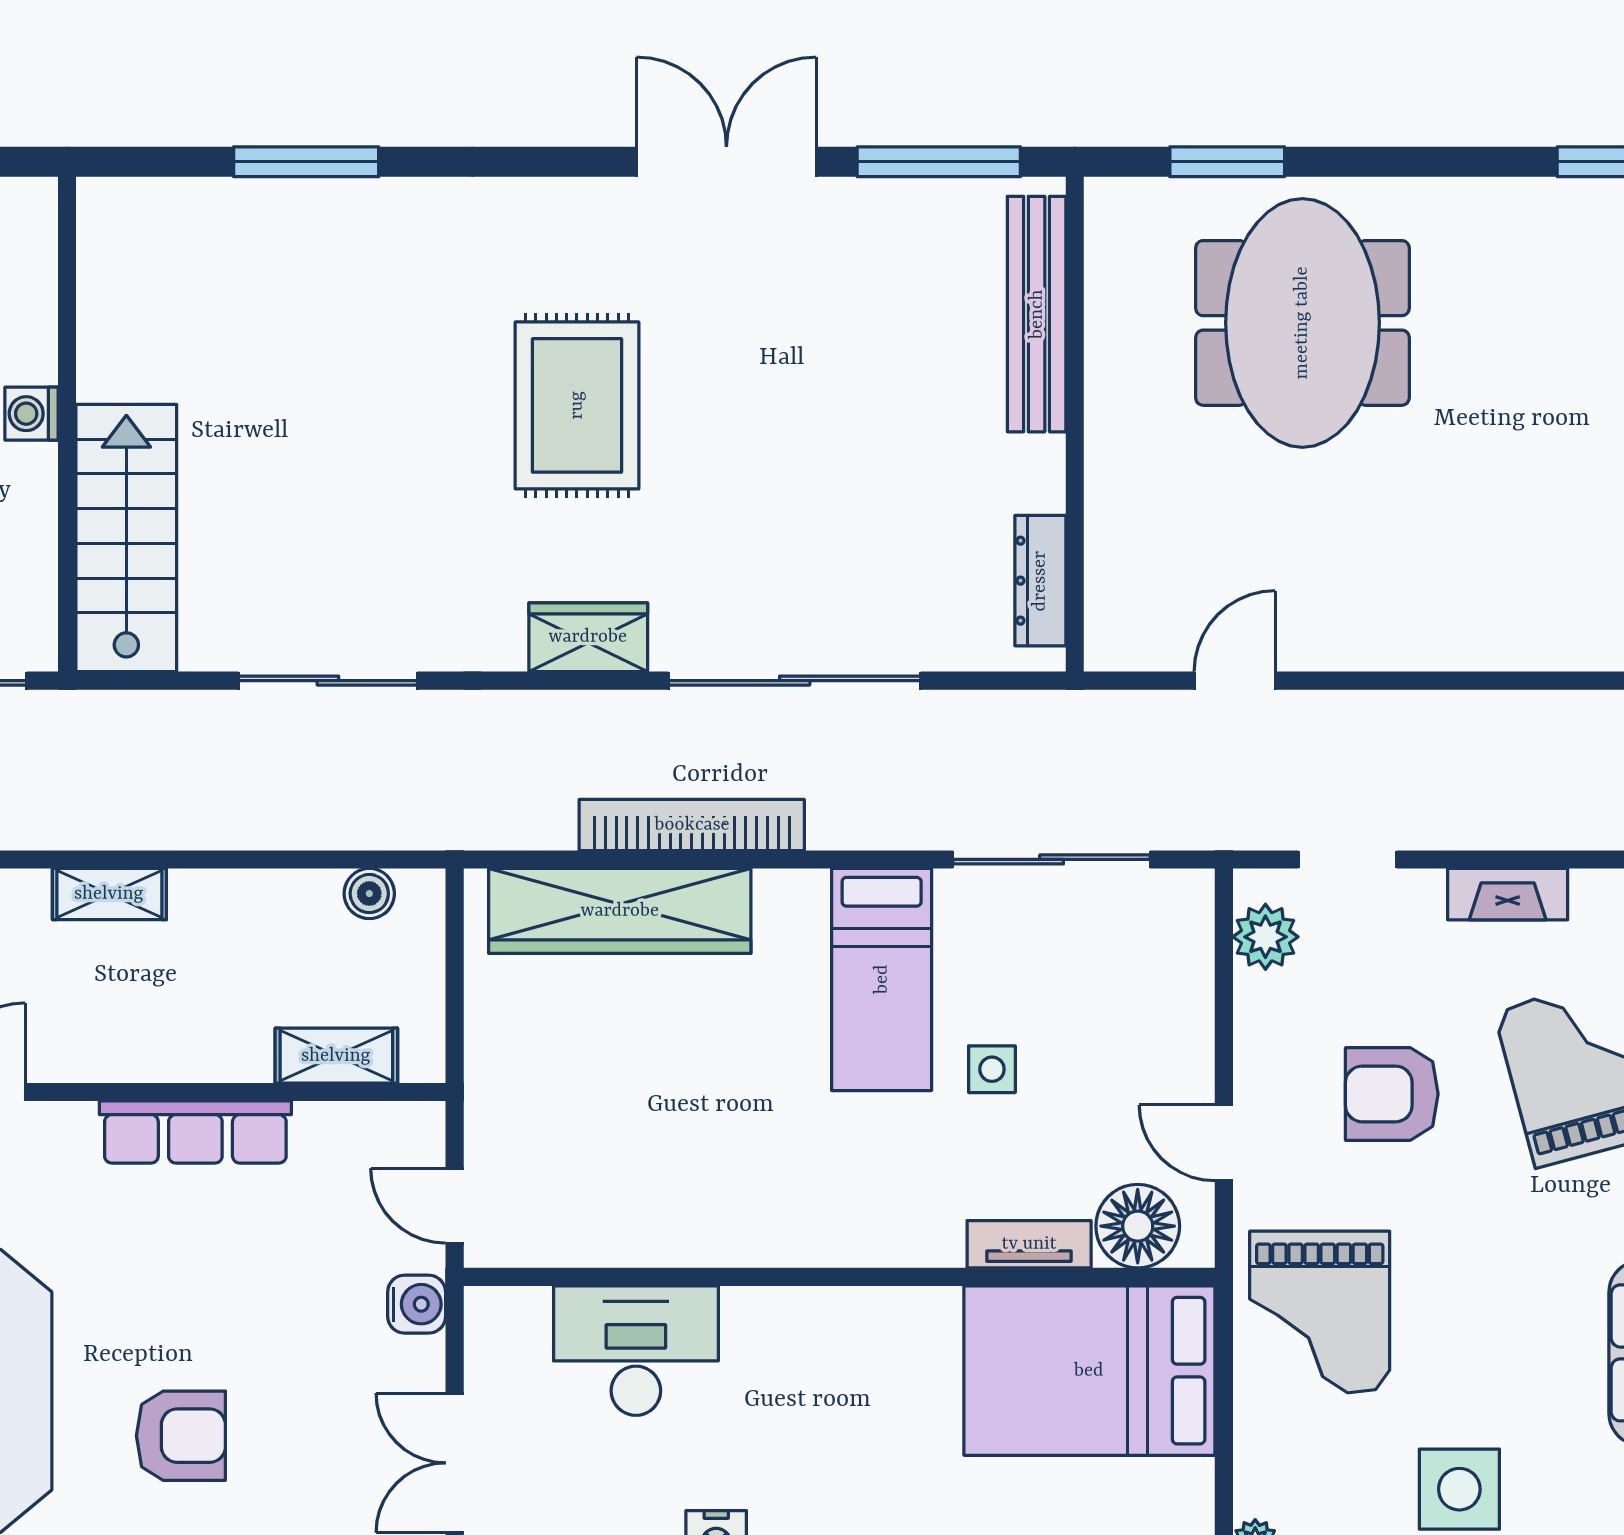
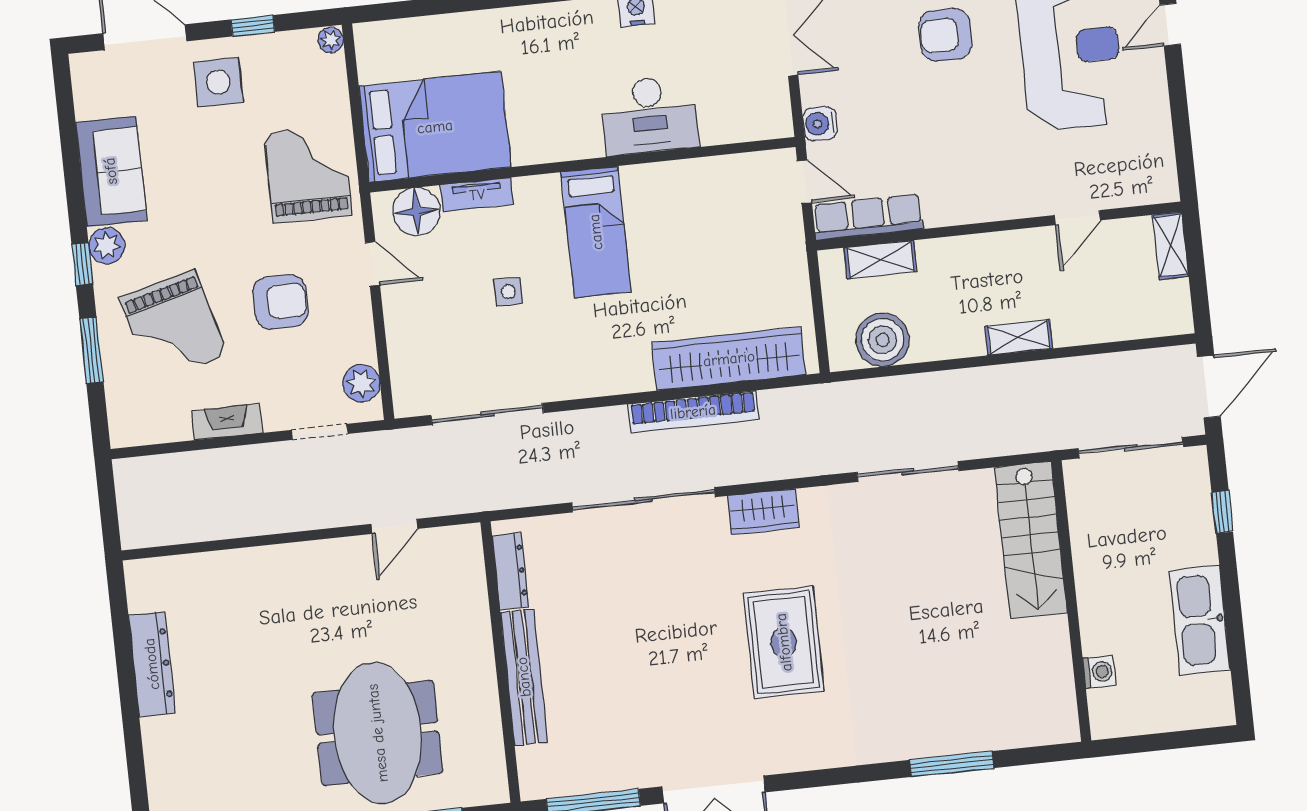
bench: (1037, 314) -> (524, 677), moved
washing machine: (31, 414) -> (1099, 672), moved
boiler: (369, 894) -> (883, 340), width x1.86, depth x1.86
bed: (882, 979) -> (596, 232), moved, turned 180
row of seats: (195, 1132) -> (868, 217), moved
desk: (636, 1351) -> (649, 115), moved

